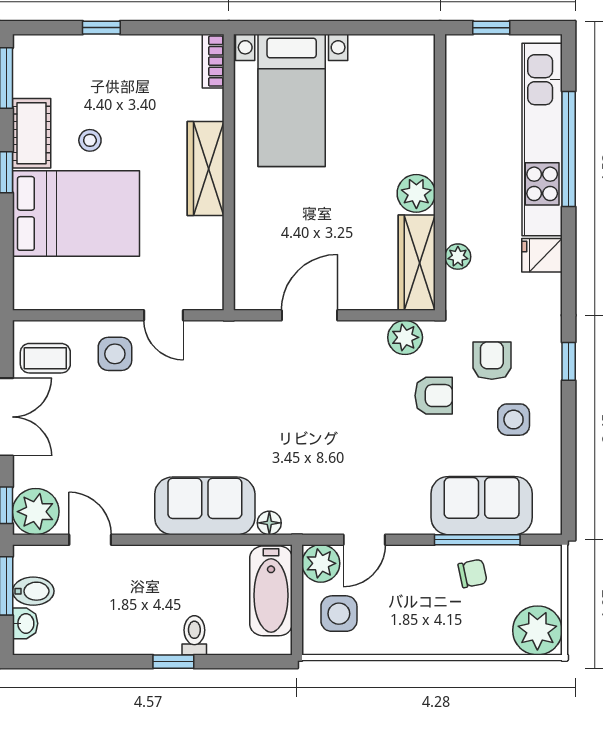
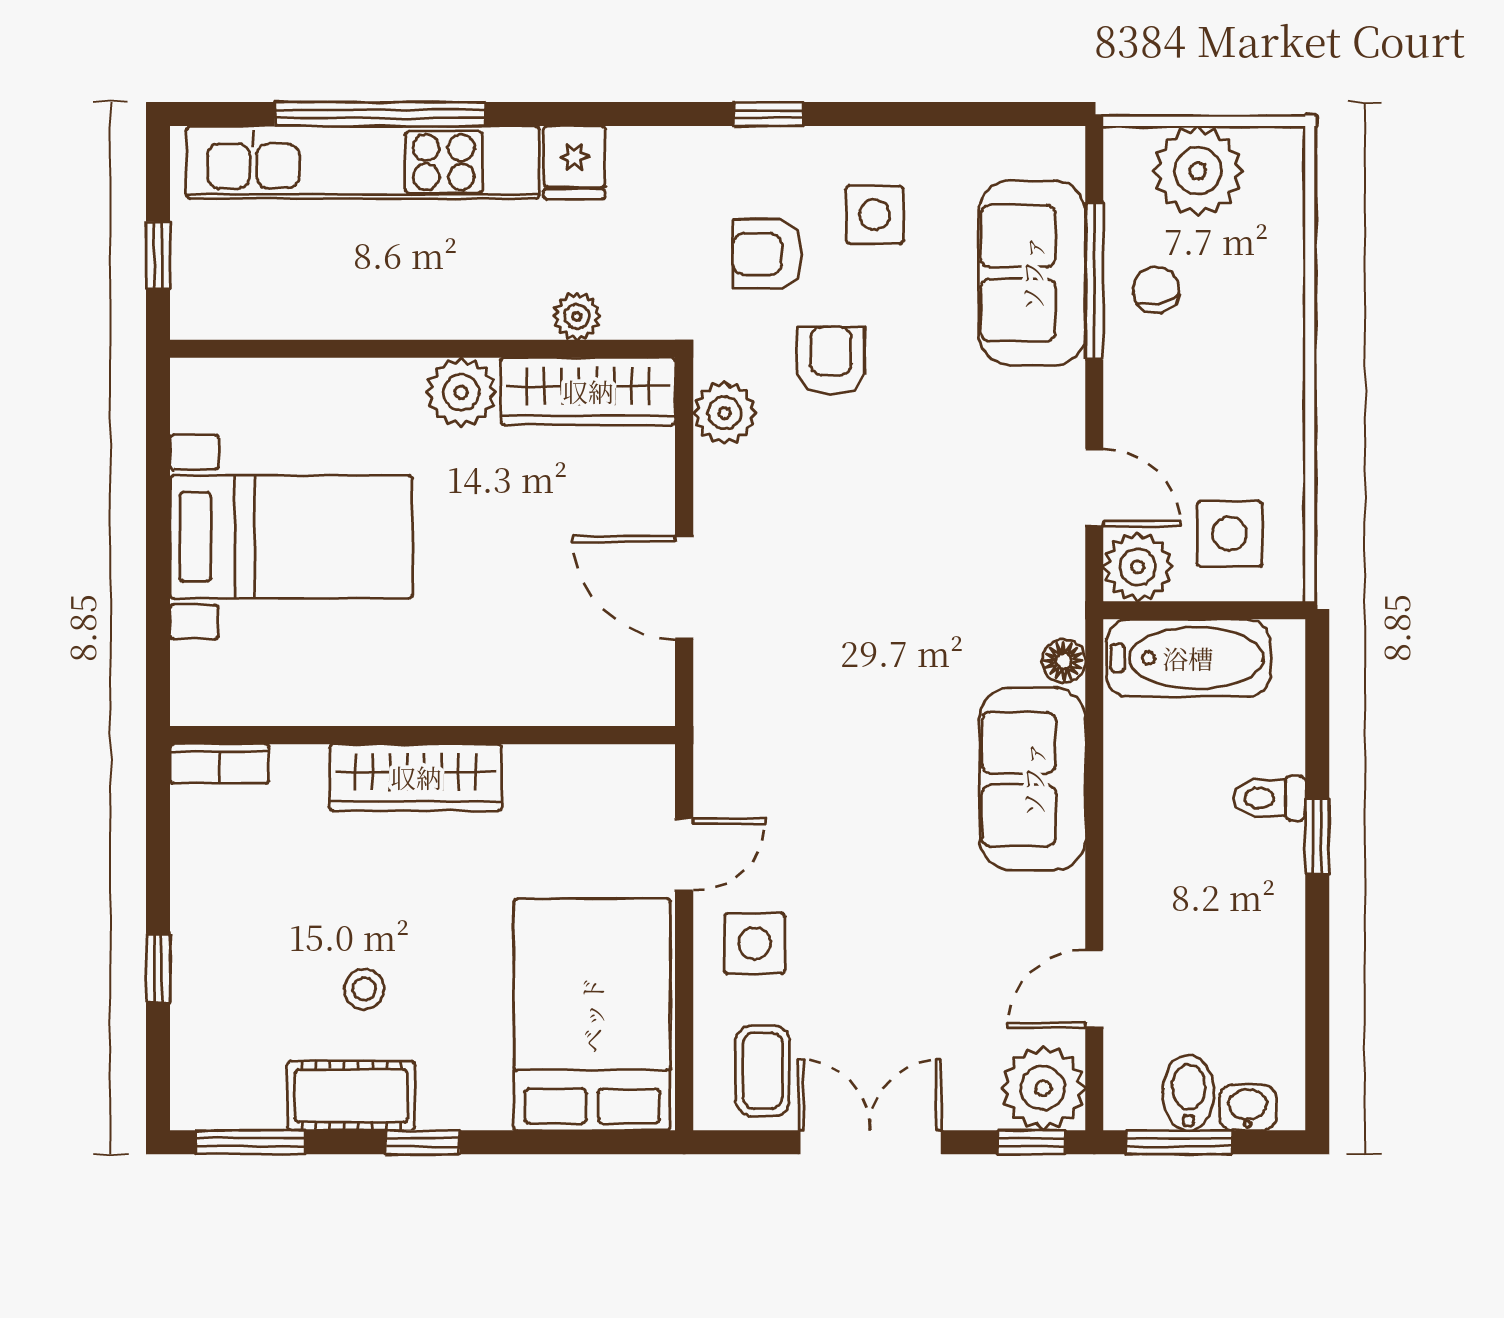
bed with nightstands: (292, 100) -> (291, 537), moved
bed: (76, 213) -> (592, 1015), moved
plant: (537, 630) -> (1198, 171), moved

